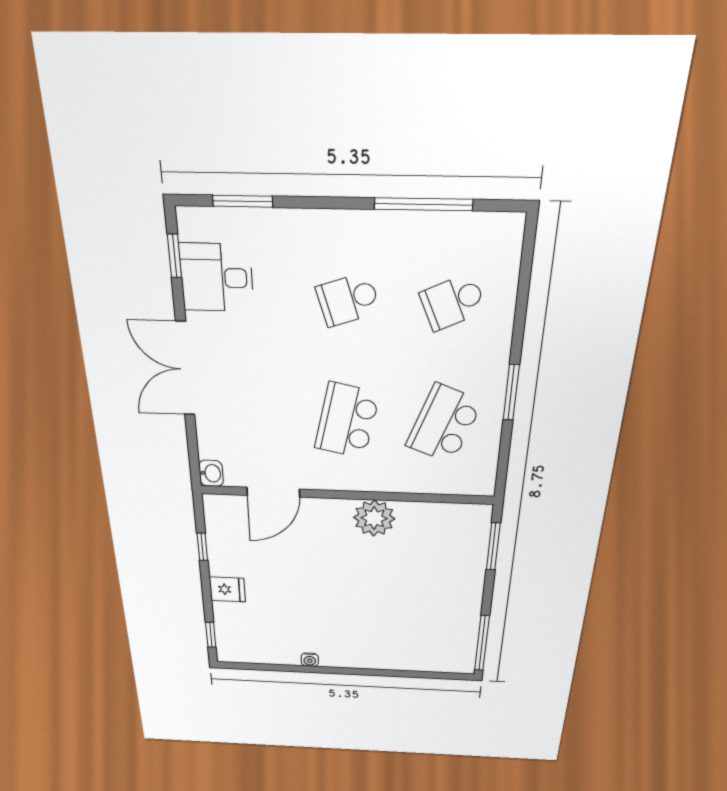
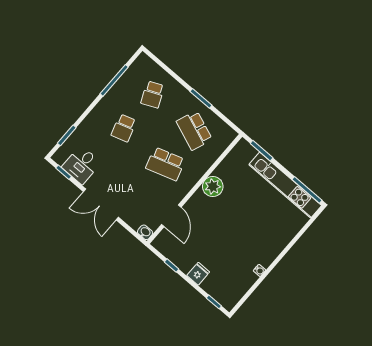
school desk: (347, 421) -> (165, 164), turned -30
kitchen unit: (465, 612) -> (285, 185), added

